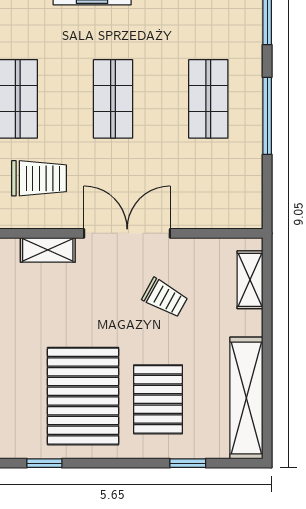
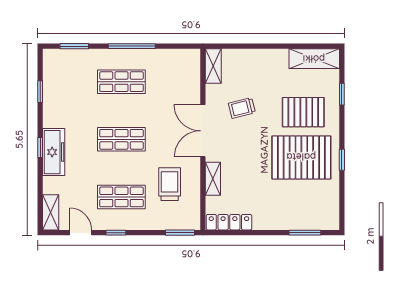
shelving: (250, 280) -> (213, 66), moved, turned 90
trolley: (165, 298) -> (242, 108), turned -133
shelving: (246, 398) -> (314, 59), width x0.68
window: (44, 463) -> (342, 160), moved

